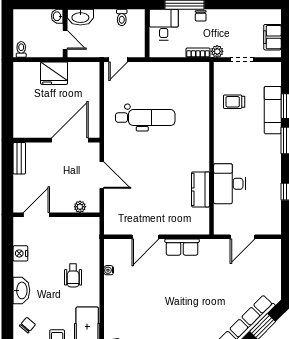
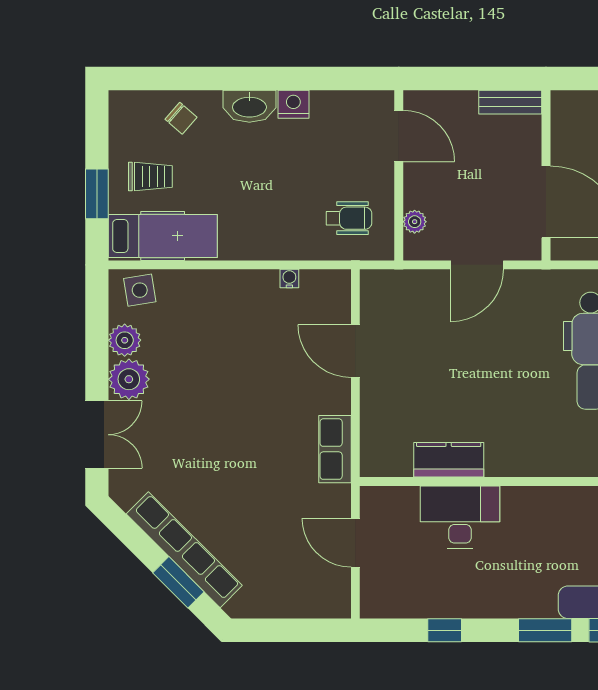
row of seats: (182, 247) -> (335, 449), moved
nightstand: (20, 253) -> (293, 104), moved
wheelchair: (73, 275) -> (349, 218), moved, turned 180

